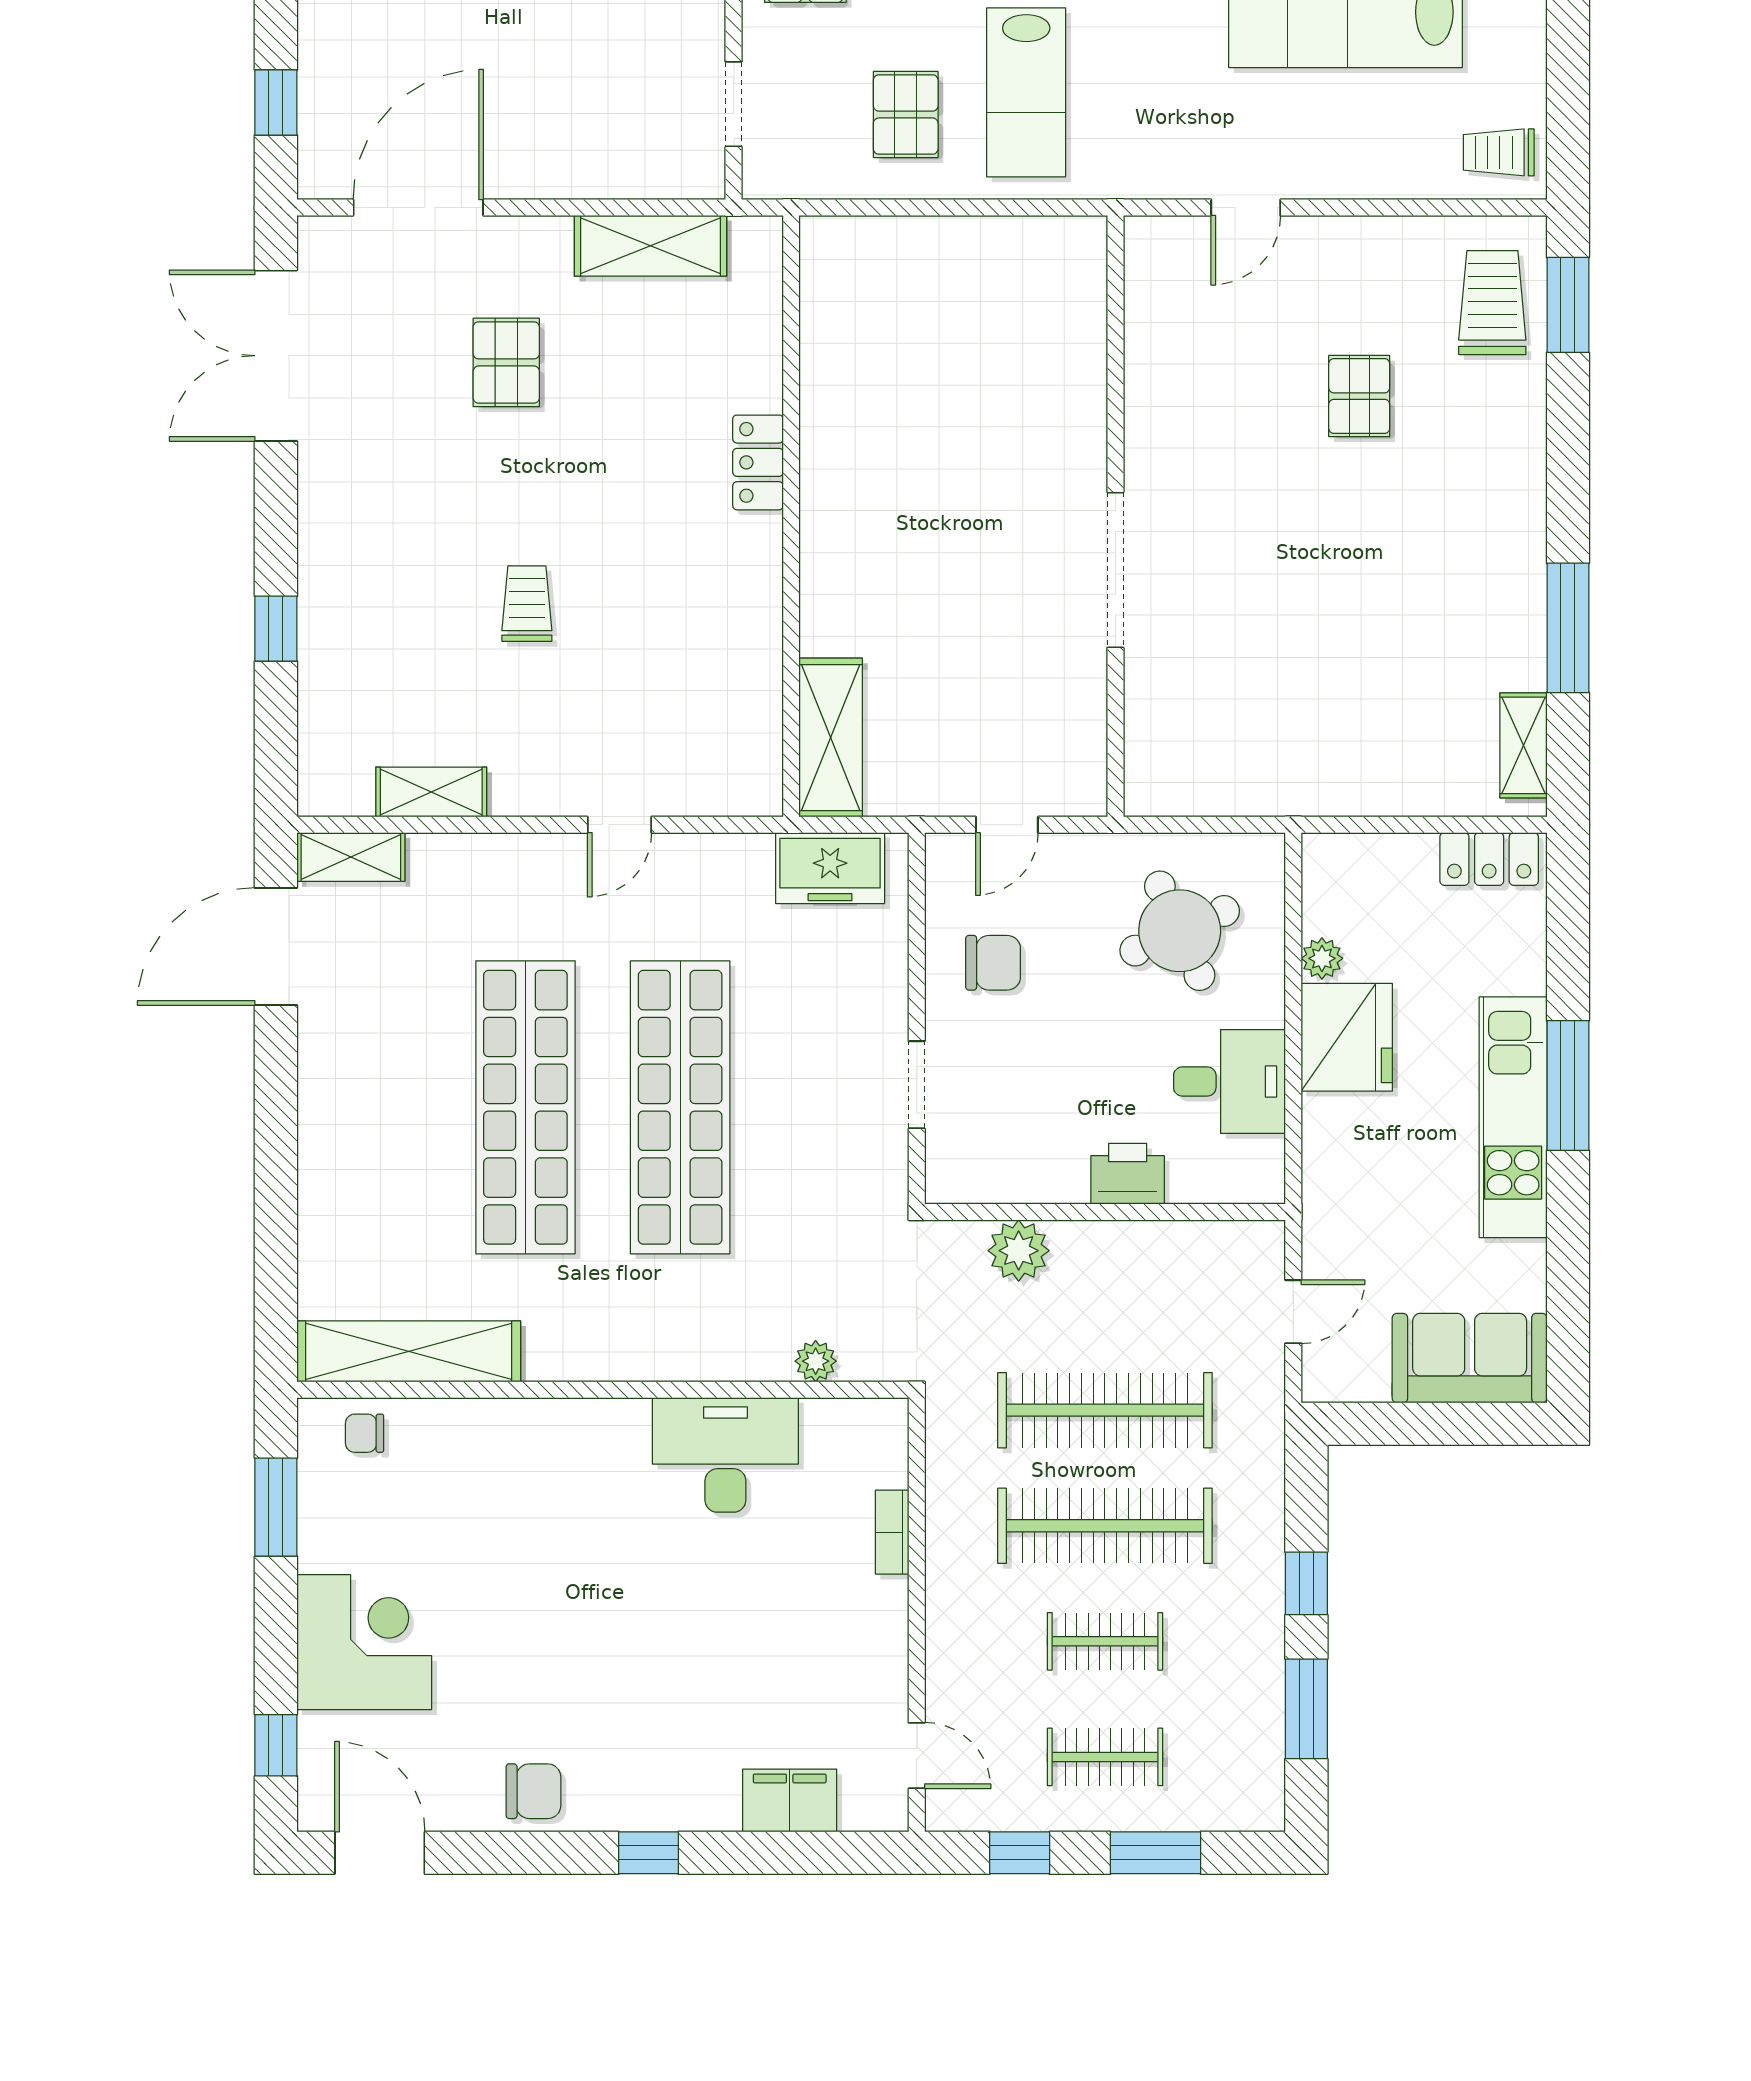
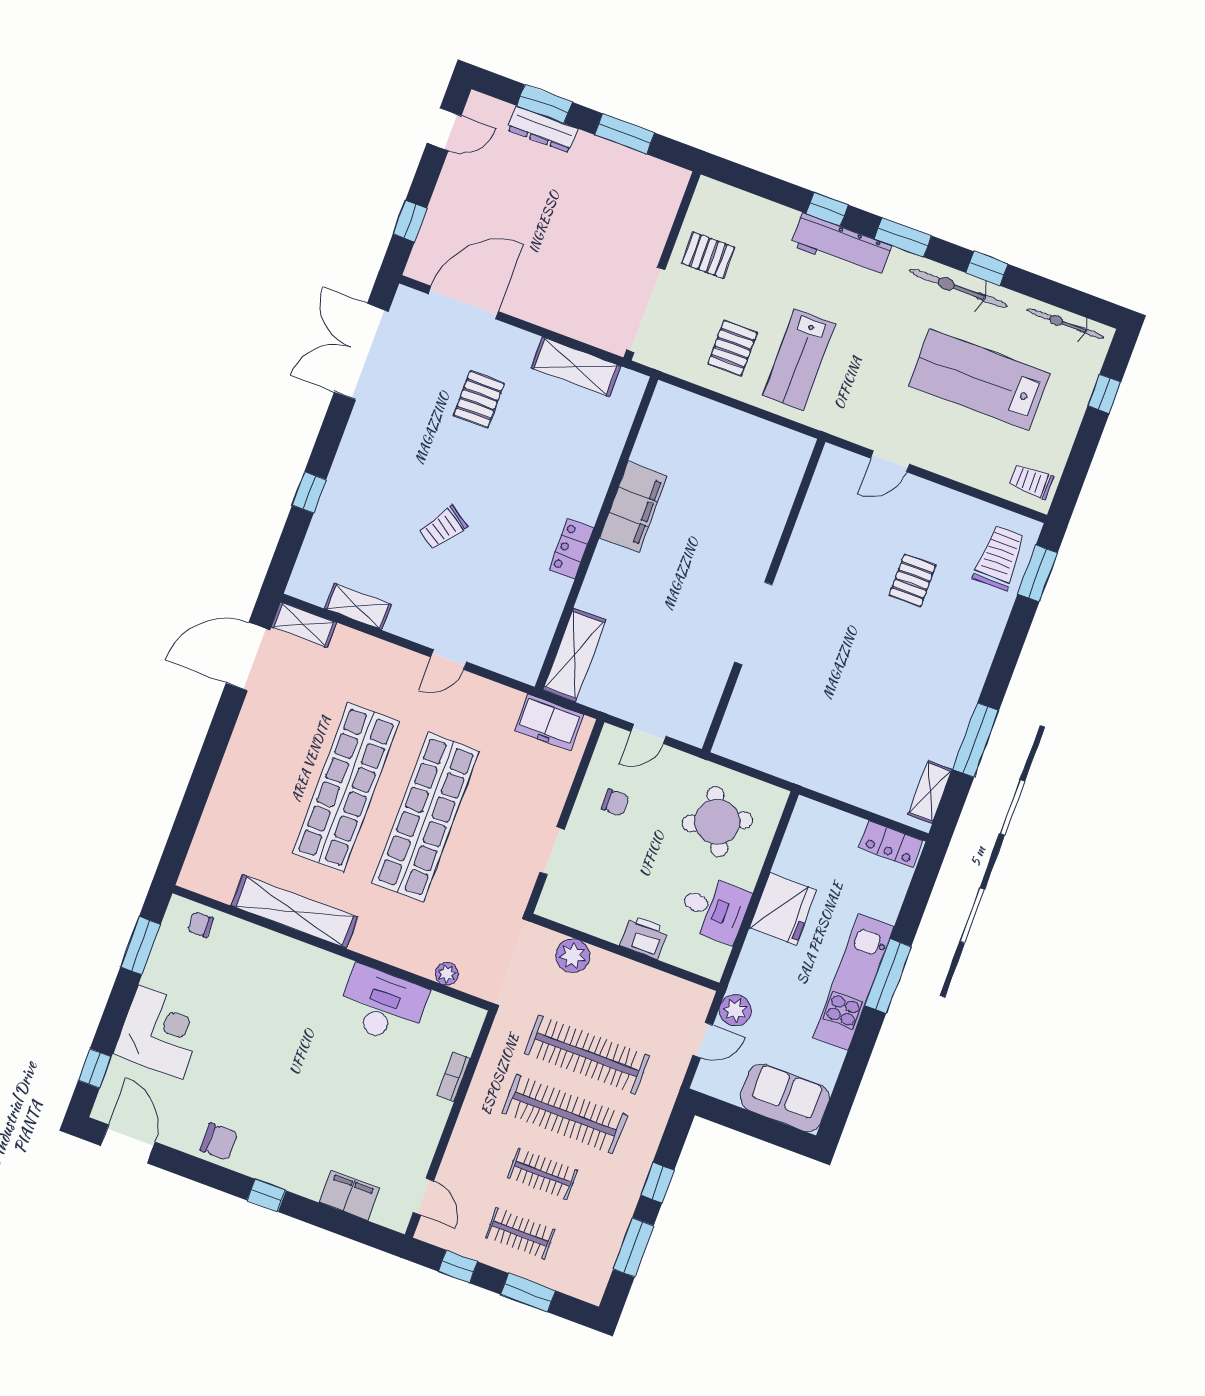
doorway: (734, 104) -> (646, 310), width x1.88
filing cabinet: (837, 448) -> (633, 507), added
locker: (758, 462) -> (571, 549), moved
trolley: (527, 604) -> (443, 528), turned -146
plant: (1322, 958) -> (735, 1010), moved, width x1.38, depth x1.38
chair: (993, 963) -> (615, 802), width x0.73, depth x0.73
shelving: (409, 1351) -> (295, 911), moved

